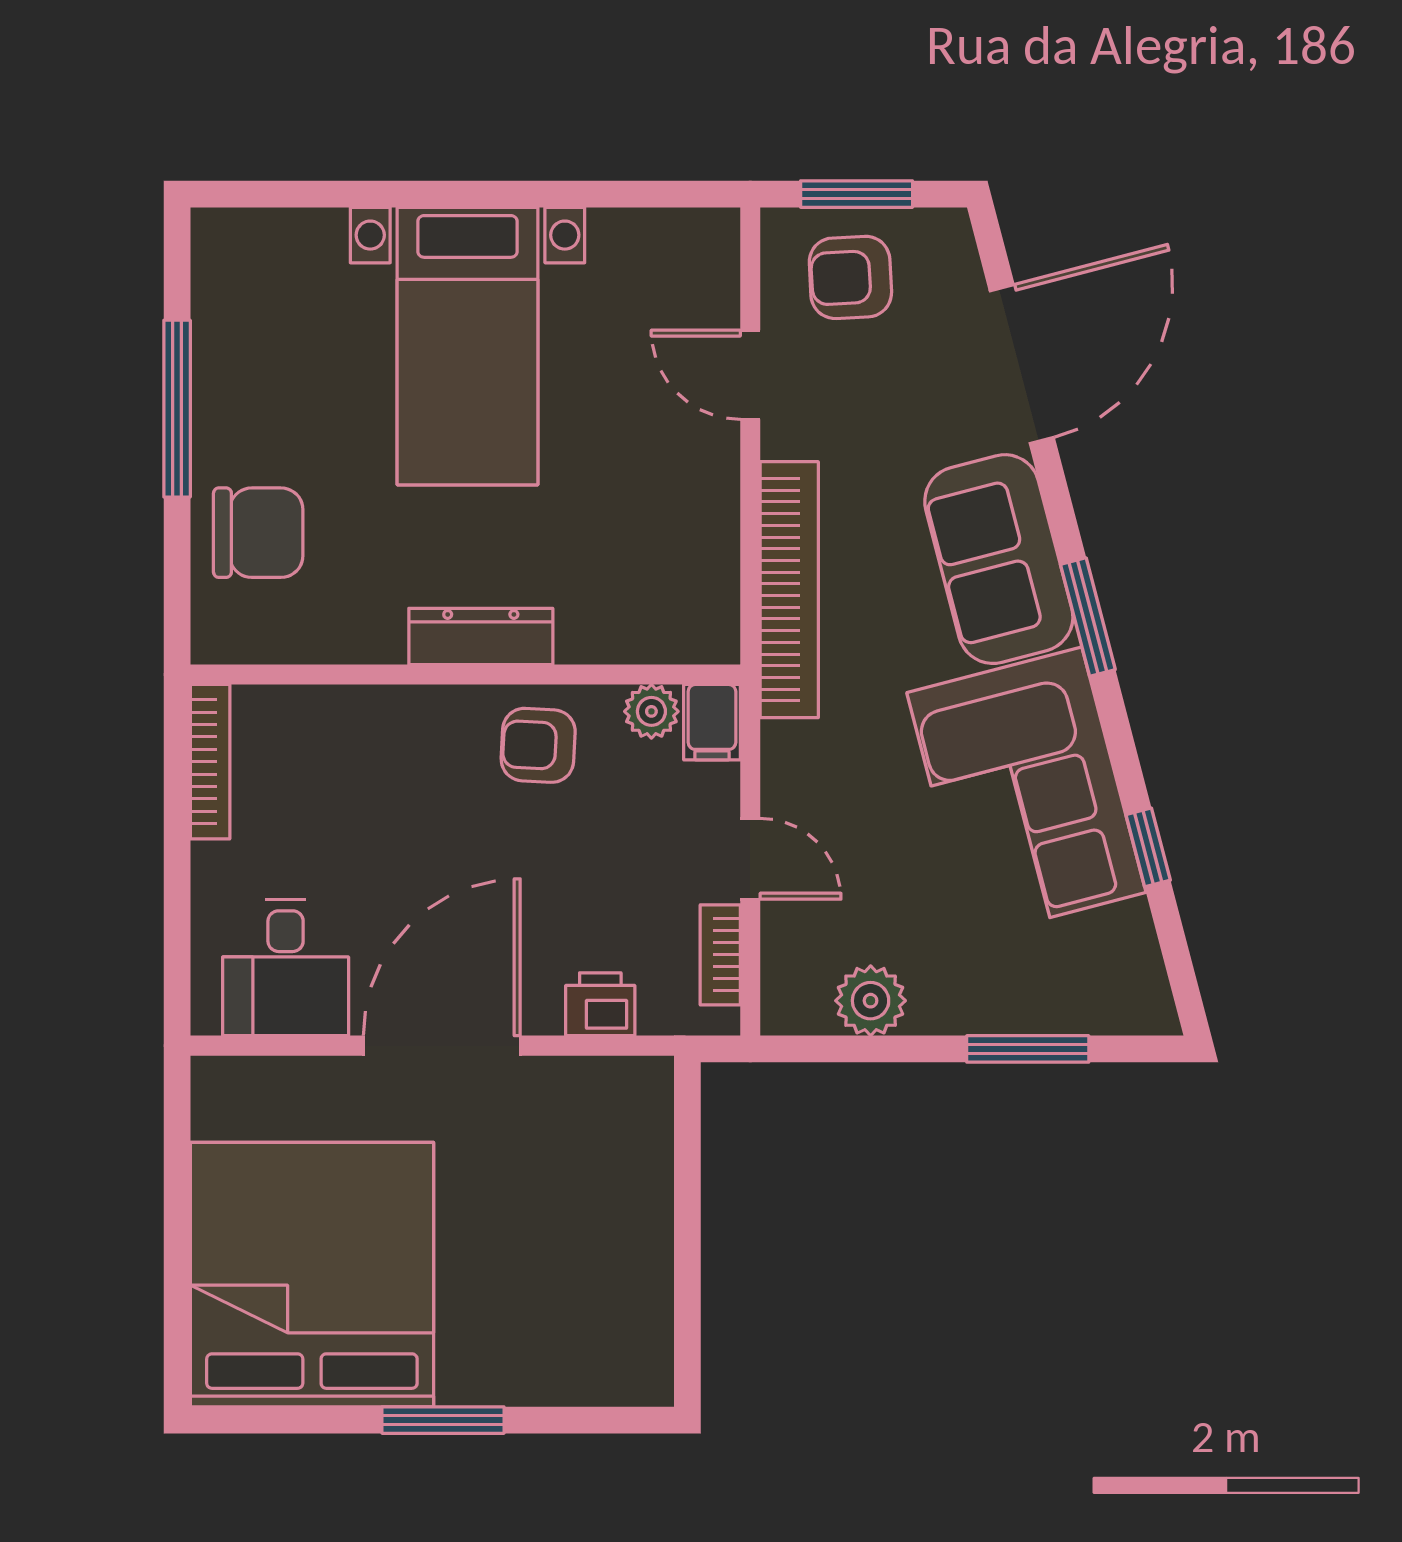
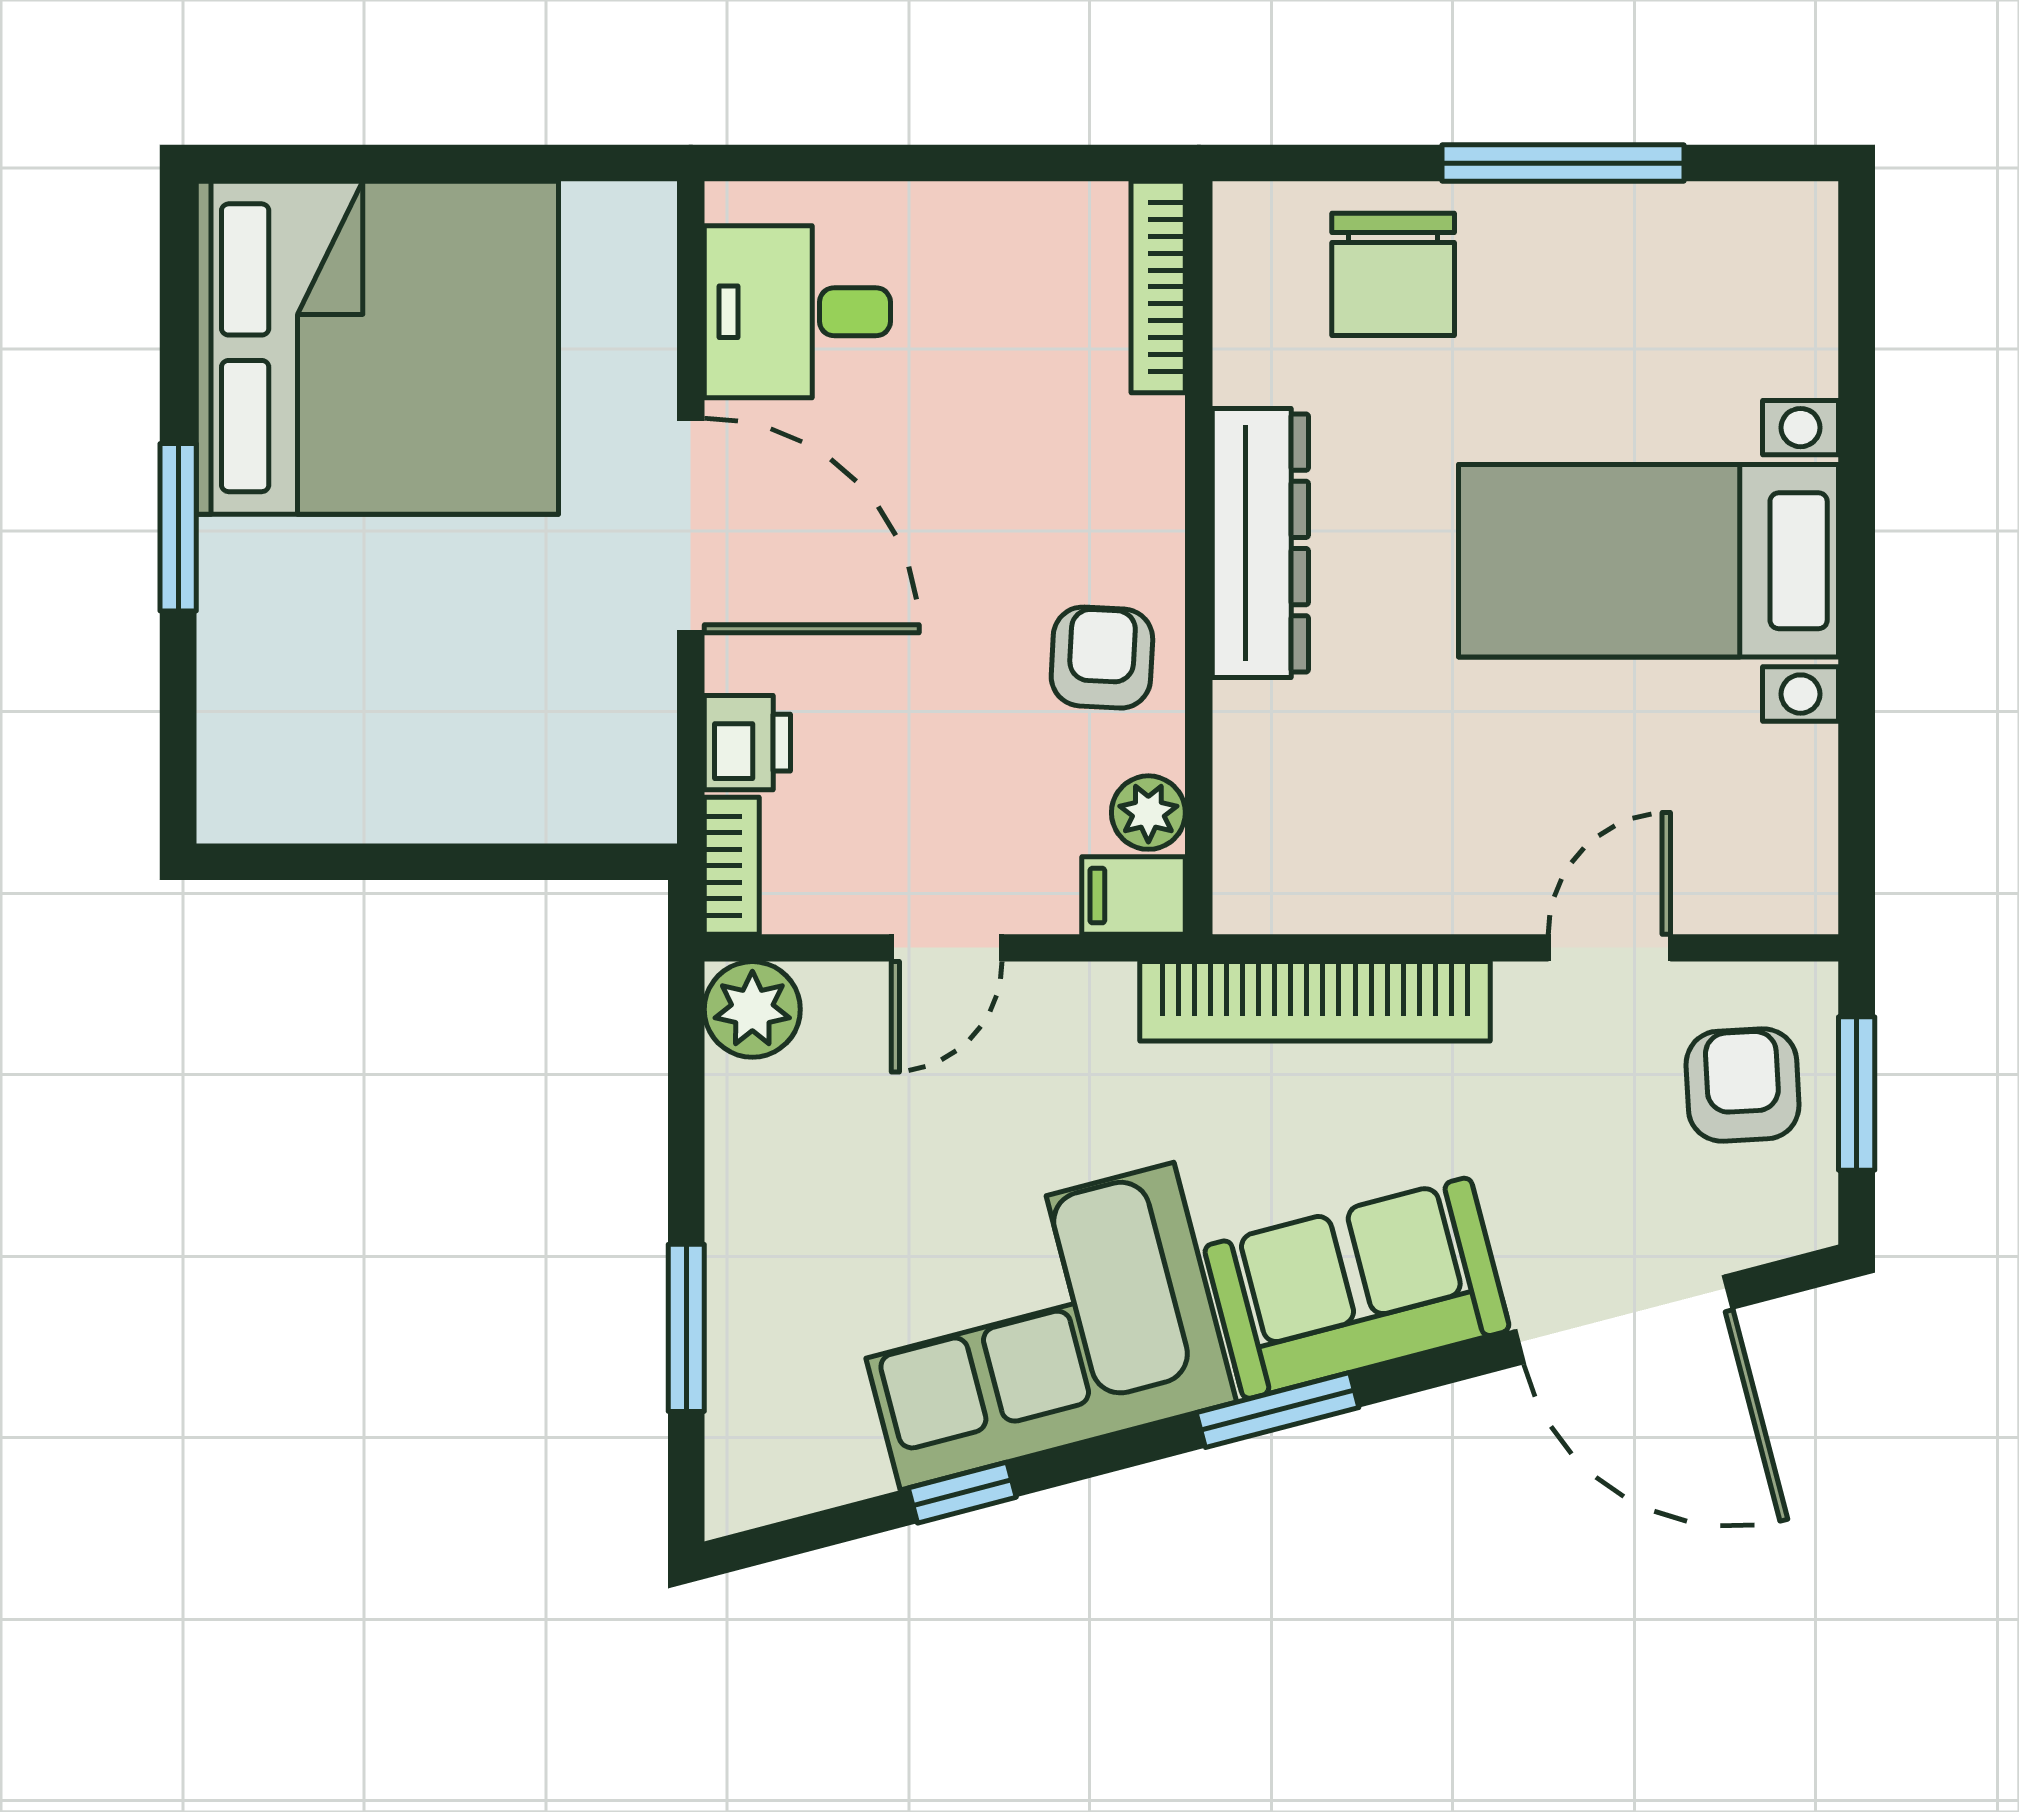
dresser: (481, 636) -> (1260, 543), width x1.37, depth x1.24
bookcase: (210, 762) -> (1158, 287), moved, turned 90
bookcase: (720, 955) -> (732, 866), moved, turned 90
plant: (871, 1001) -> (752, 1009), moved

